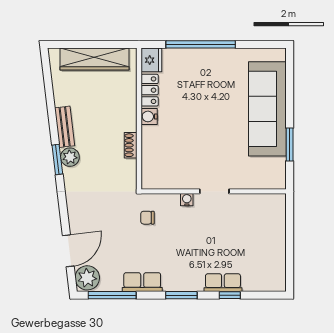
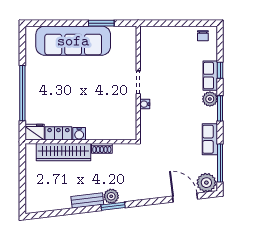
wardrobe: (95, 59) -> (63, 152), moved, turned 90
chair: (147, 218) -> (203, 36), moved
plant: (193, 282) -> (210, 99), added

